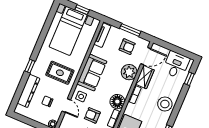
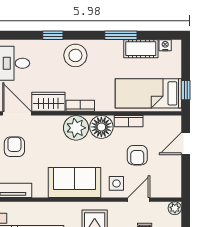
plant: (129, 72) -> (76, 128), moved
window: (189, 79) -> (53, 35), moved

